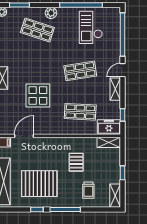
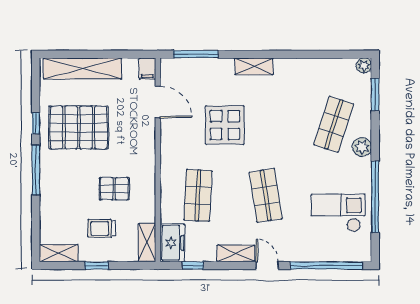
pallet: (39, 184) -> (79, 127), turned 90
trolley: (88, 190) -> (102, 228), moved

